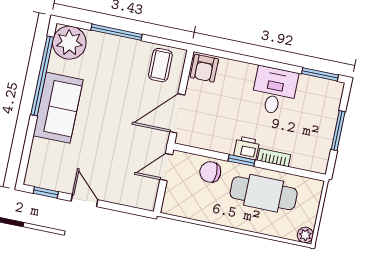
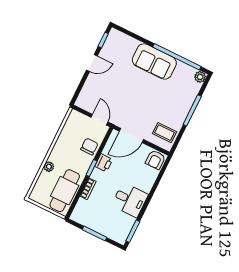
plant: (69, 43) -> (200, 77), width x0.53, depth x0.53
armchair: (204, 68) -> (155, 160), turned -90
door: (177, 113) -> (131, 135), swing flipped
printer: (247, 148) -> (104, 163), moved
cafe table: (264, 193) -> (65, 191), moved
plant: (305, 235) -> (49, 167), moved

